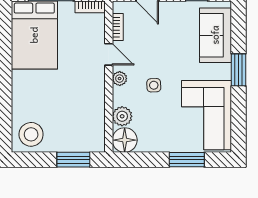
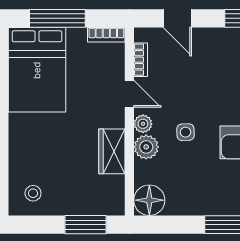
wardrobe: (95, 101) -> (112, 151), added
plant: (122, 116) -> (146, 147), moved
stool: (31, 134) -> (33, 193), width x0.53, depth x0.53

